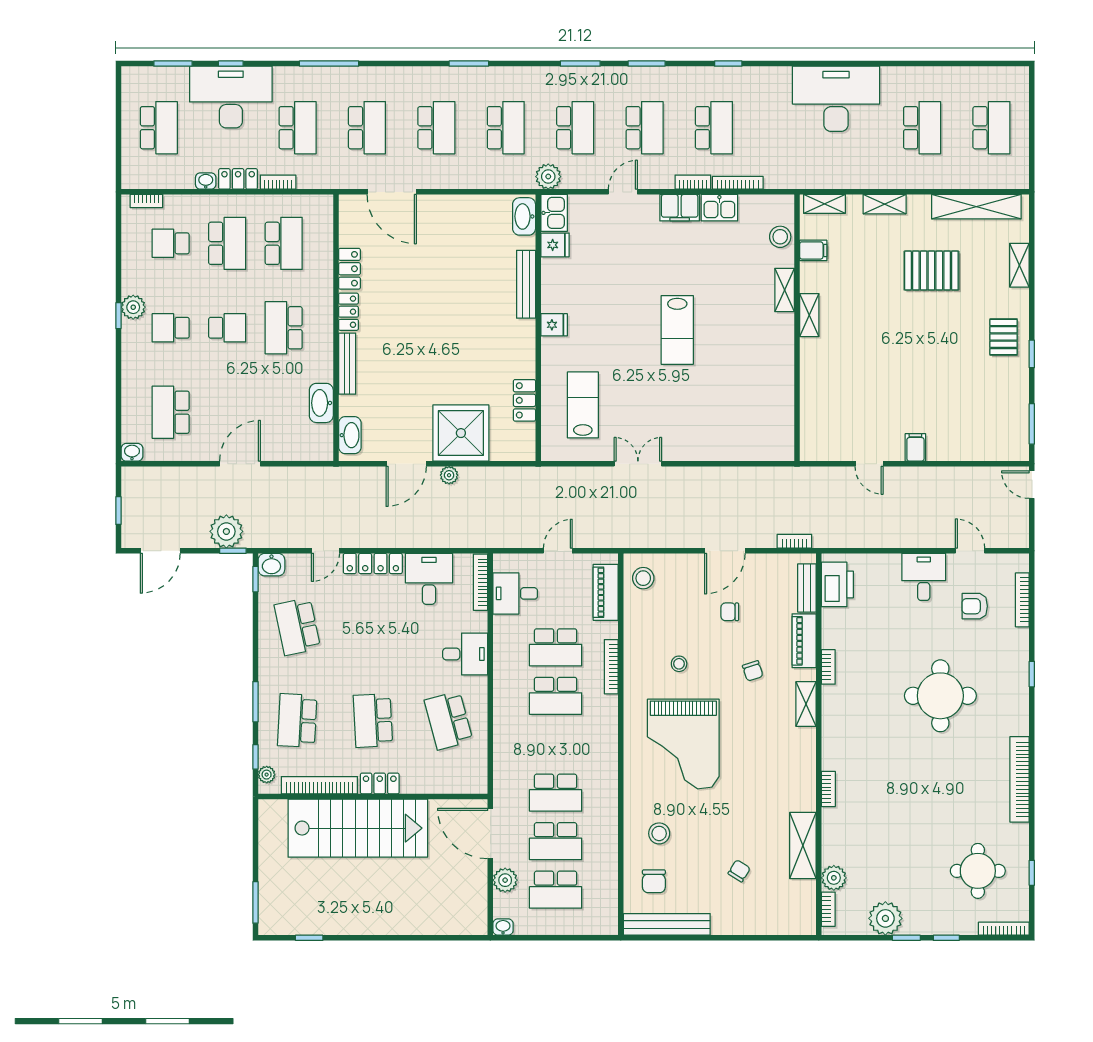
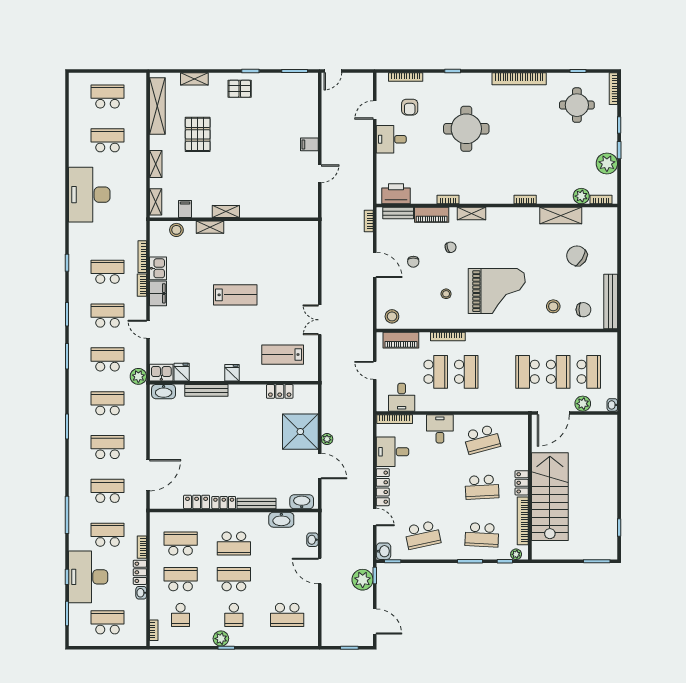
school desk: (227, 328) -> (234, 579), width x1.85
washbasin: (132, 452) -> (312, 540), moved
school desk: (556, 793) -> (528, 372), turned 180
chair: (739, 871) -> (577, 256), width x1.87, depth x1.87

